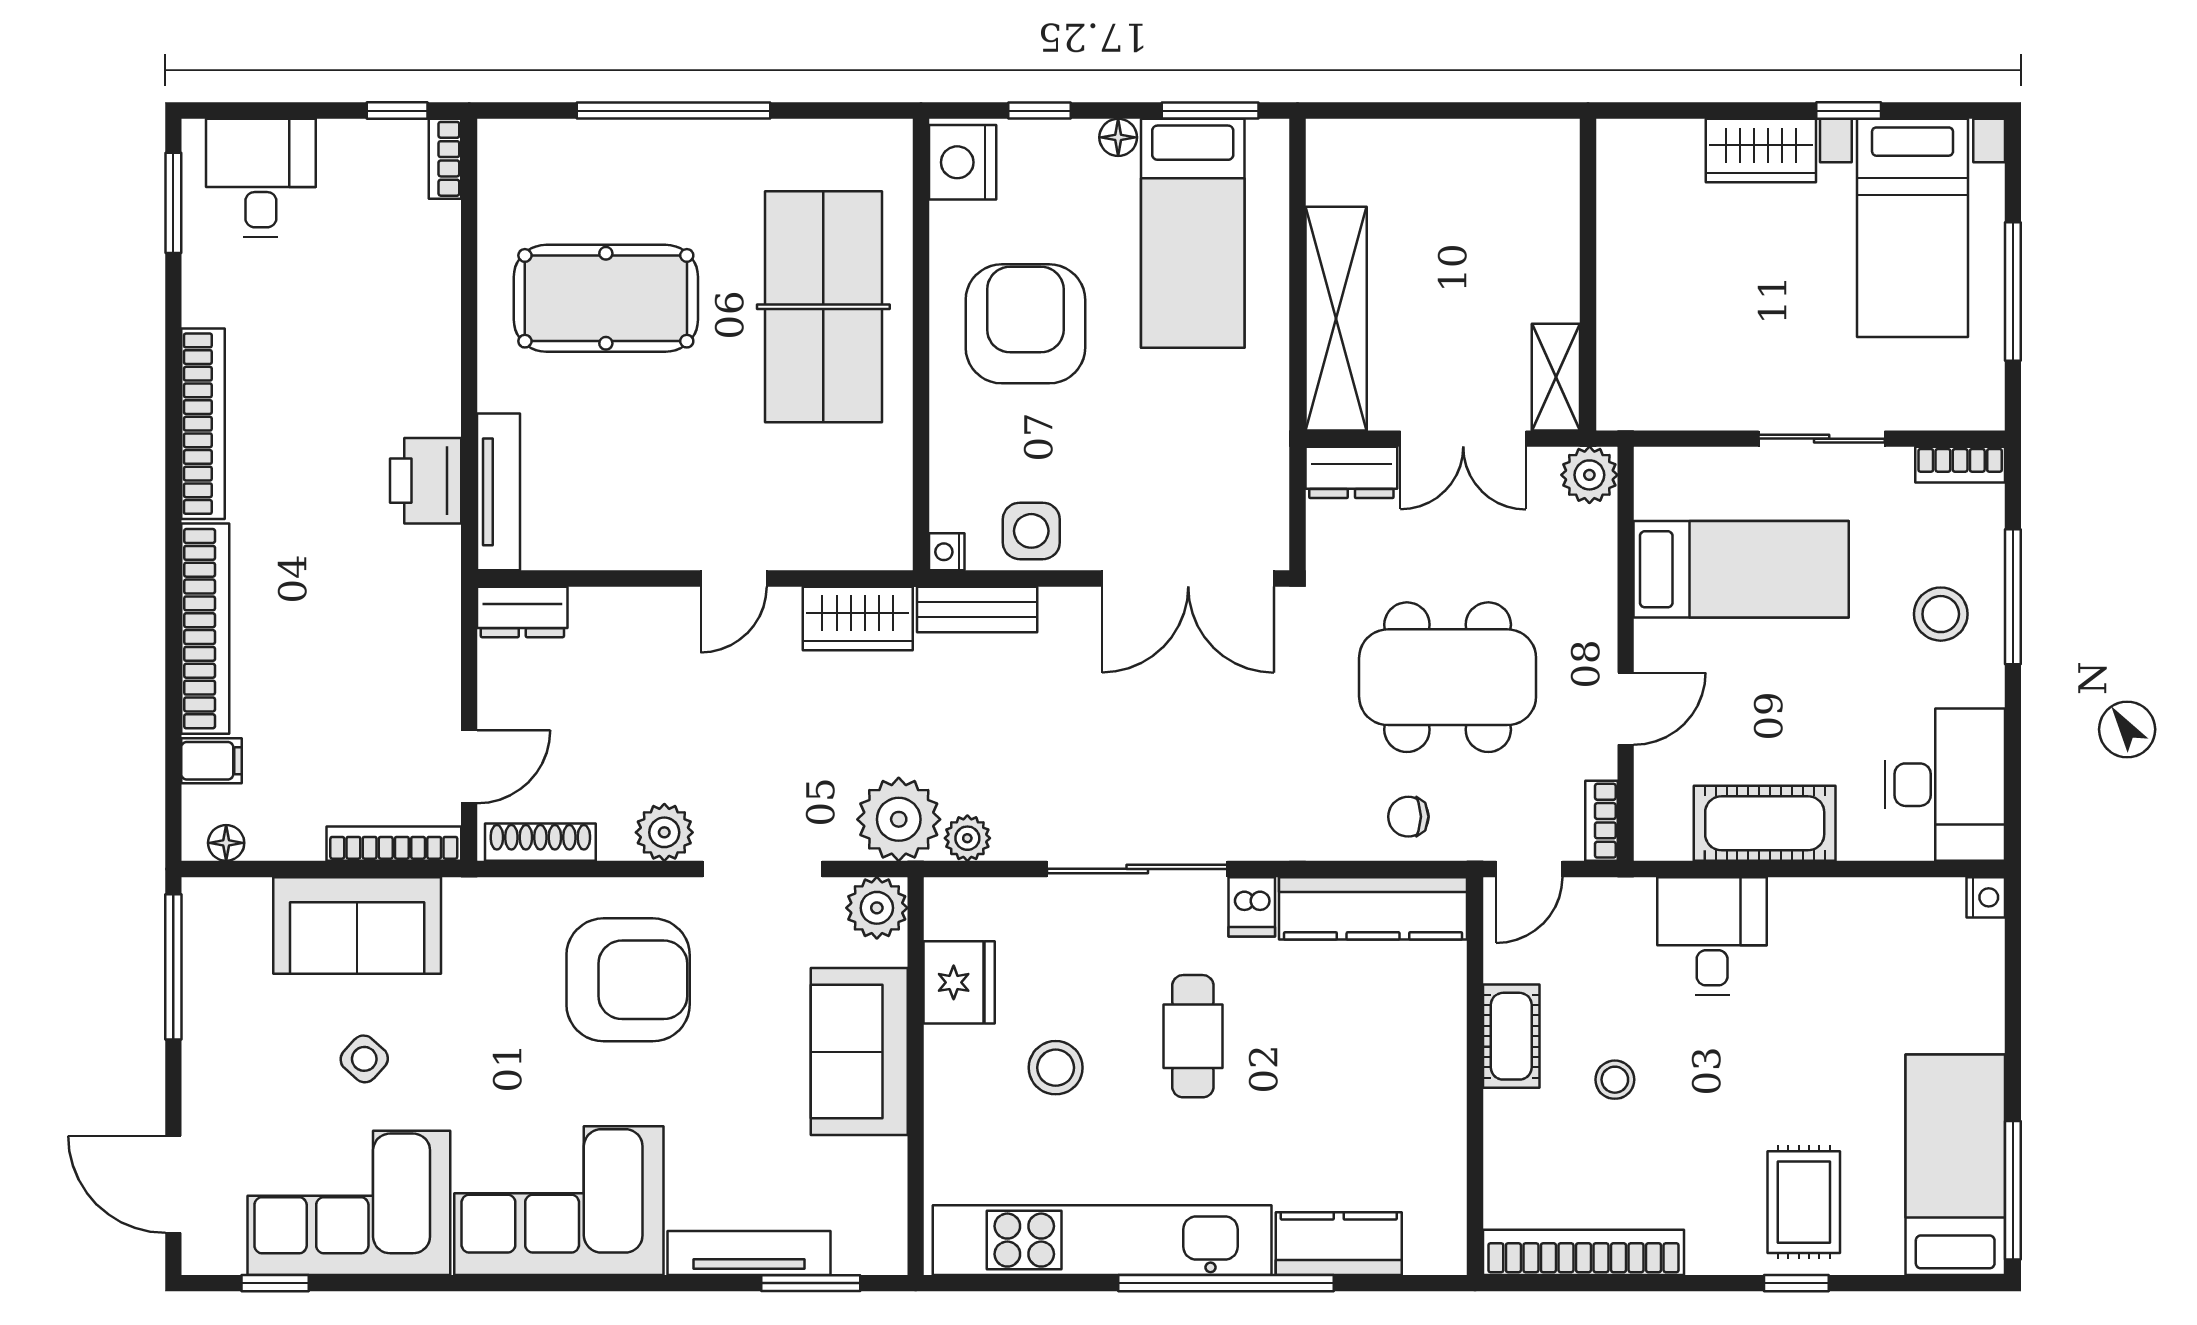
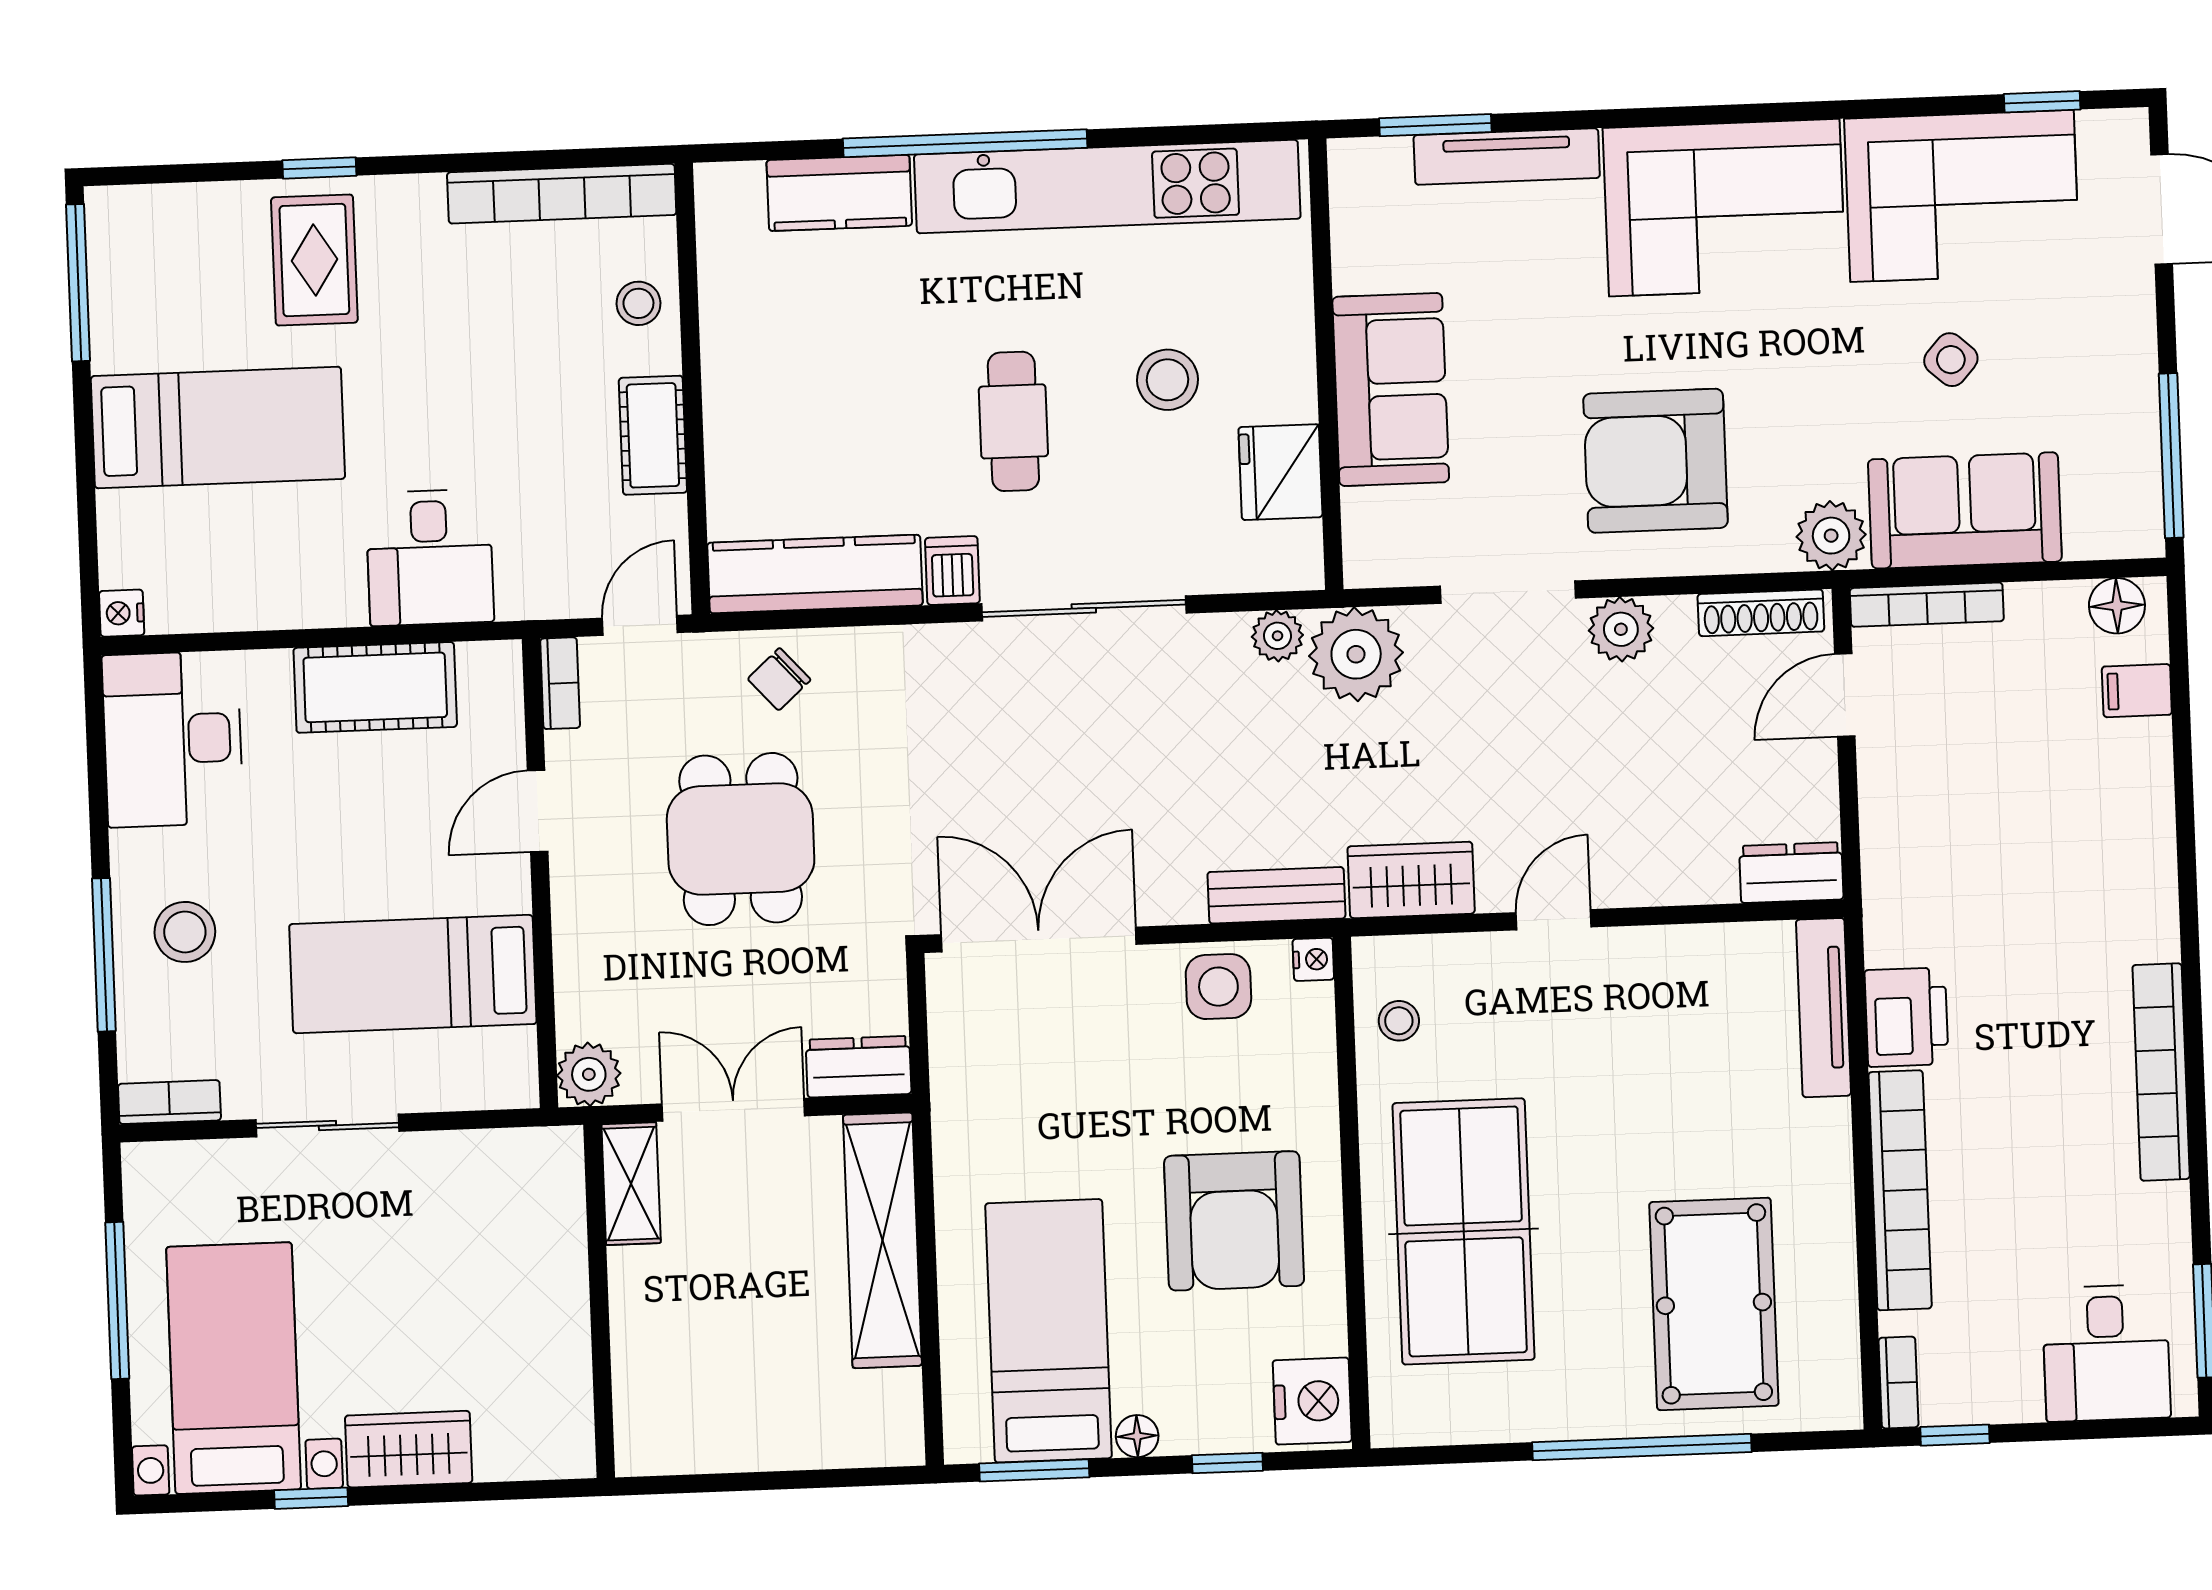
pool table: (606, 298) -> (1714, 1304), moved, turned 90
stool: (873, 495) -> (1399, 1021), added
bookcase: (205, 629) -> (1900, 1190), moved, turned 180
dining table: (1448, 677) -> (741, 839), width x0.73
chair: (1408, 817) -> (779, 679), turned 138
floor lamp: (226, 843) -> (2117, 606), width x1.37, depth x1.37
plant: (877, 908) -> (1831, 536), moved
stool: (1615, 1080) -> (638, 303), moved
bed: (1955, 1165) -> (218, 427), moved, turned -90

